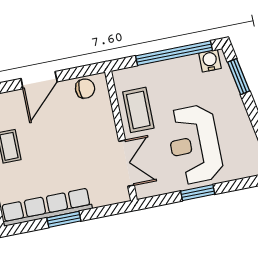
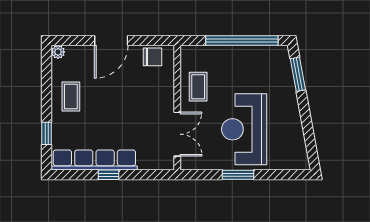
water cooler: (210, 61) -> (274, 54), removed
coffee table: (138, 110) -> (198, 87), width x0.73, depth x0.77
window: (64, 219) -> (108, 175), width x0.67

